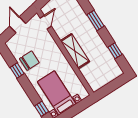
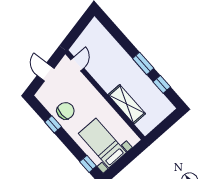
window: (95, 20) -> (143, 63), moved
shelving: (75, 51) -> (127, 104), moved

